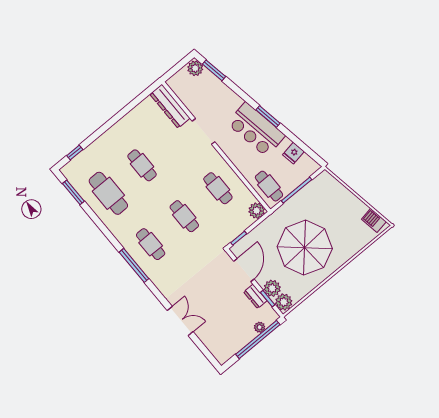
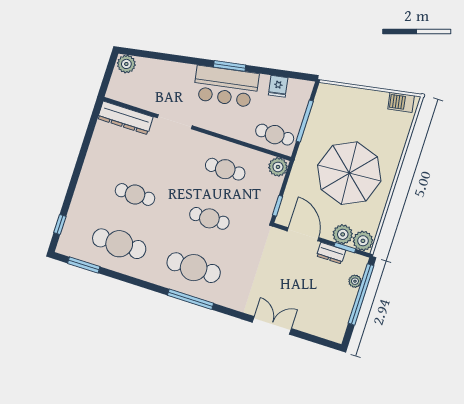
window: (214, 70) -> (147, 54), removed
cafe table: (151, 244) -> (194, 268), width x1.37, depth x1.35

